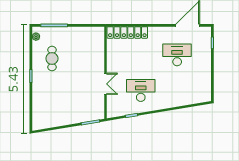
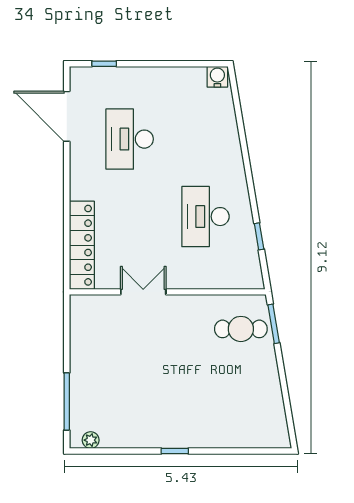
cafe table: (52, 58) -> (241, 329), moved
double door: (105, 84) -> (143, 292), moved
water cooler: (206, 96) -> (217, 77), added

